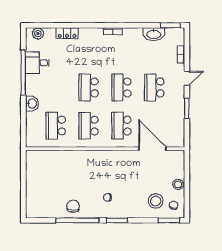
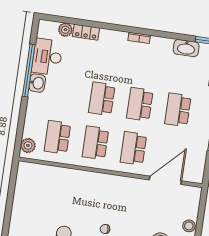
plant: (38, 34) -> (65, 30), moved
desk: (37, 63) -> (47, 57), width x1.37
washbasin: (32, 103) -> (37, 83), moved
plant: (32, 136) -> (28, 145), added
door: (152, 149) -> (165, 180), hinge flipped

